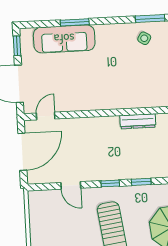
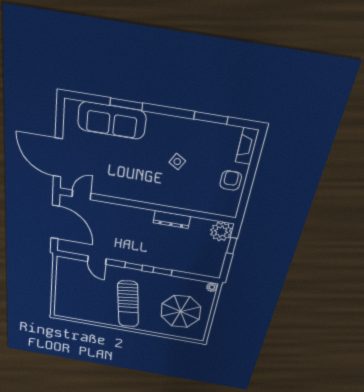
side table: (144, 38) -> (177, 162), moved
window: (17, 46) -> (60, 117), removed
door: (22, 152) -> (55, 222), hinge flipped

